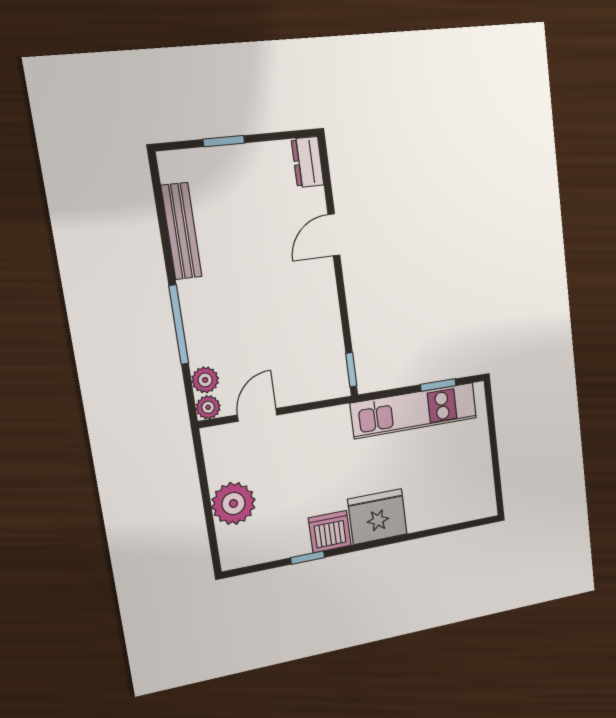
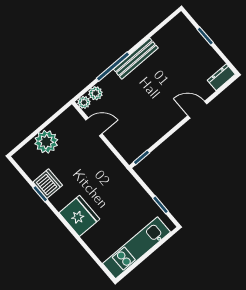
bench: (182, 231) -> (136, 59), moved
kitchen unit: (414, 410) -> (136, 248), moved, turned 90
dishwasher: (330, 532) -> (48, 184), moved

